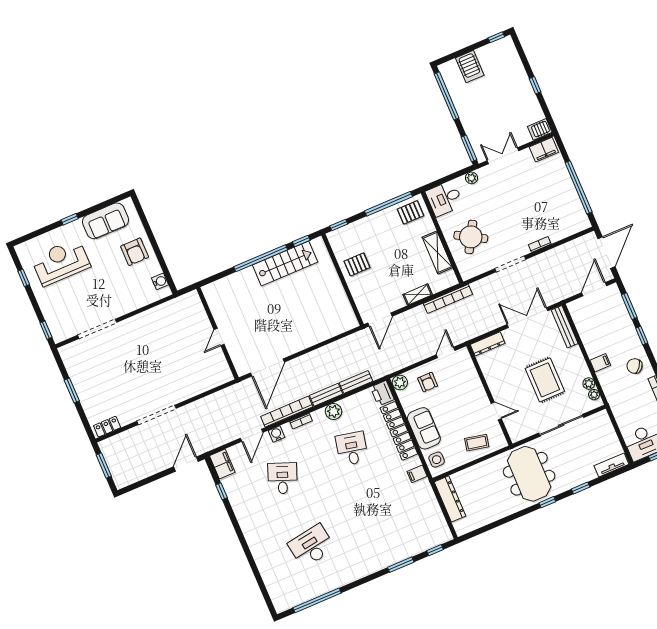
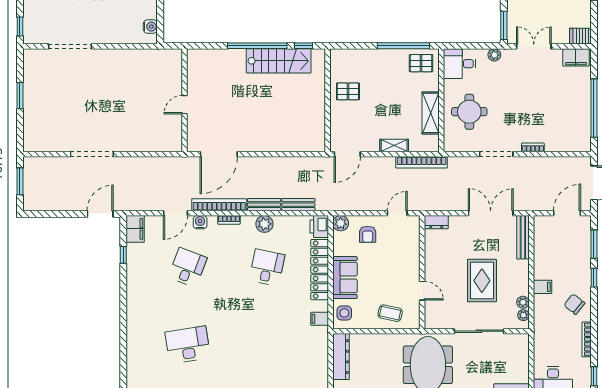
window: (339, 225) -> (346, 46), removed
round table: (471, 237) -> (469, 112), turned -30
dresser: (488, 344) -> (436, 222), width x0.70
locker: (107, 427) -> (39, 145), removed

